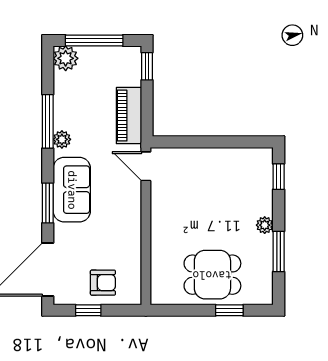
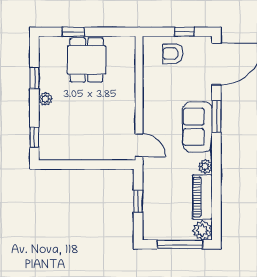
window: (147, 66) -> (138, 201), moved
piano: (129, 116) -> (202, 197), moved, turned 180
window: (48, 121) -> (216, 181), removed
window: (279, 252) -> (34, 78), width x0.67
dining table: (212, 275) -> (87, 60), turned 90

